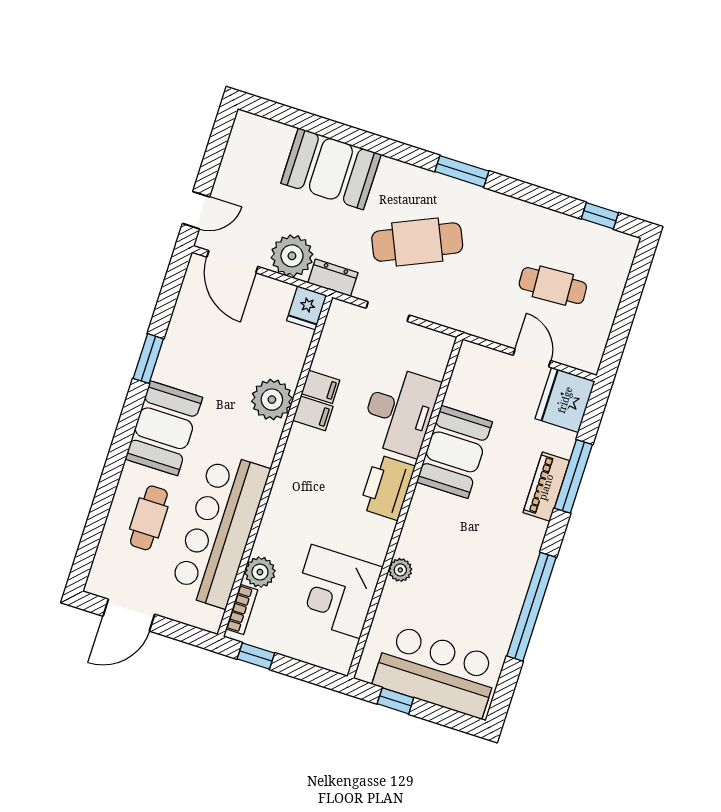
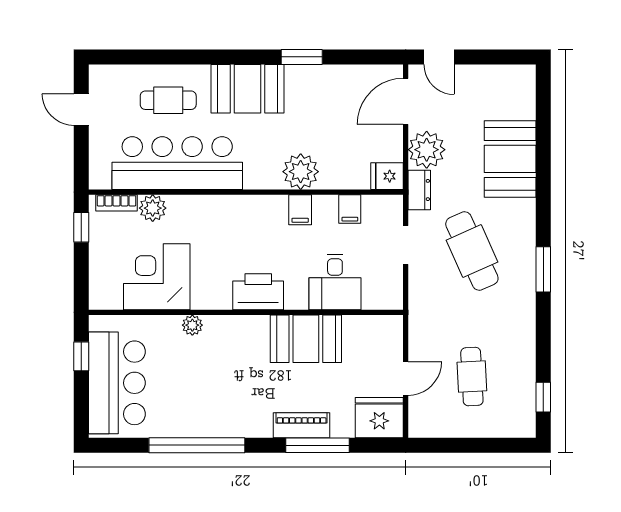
filing cabinet: (321, 387) -> (350, 209), moved
desk: (400, 411) -> (335, 282), width x0.73
door: (129, 615) -> (81, 110), width x0.73

